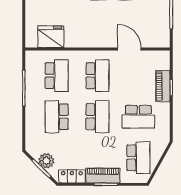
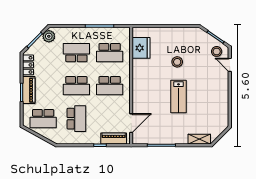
door: (129, 49) -> (131, 123), moved
piano: (163, 86) -> (114, 138), moved
school desk: (138, 117) -> (76, 119), turned 180
plant: (46, 161) -> (49, 36), moved

